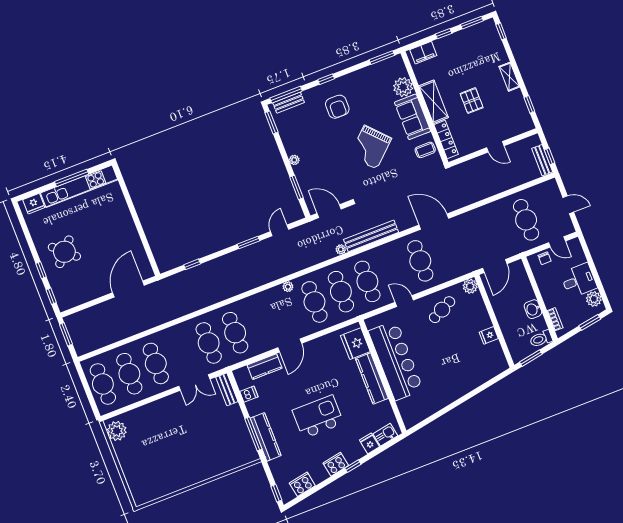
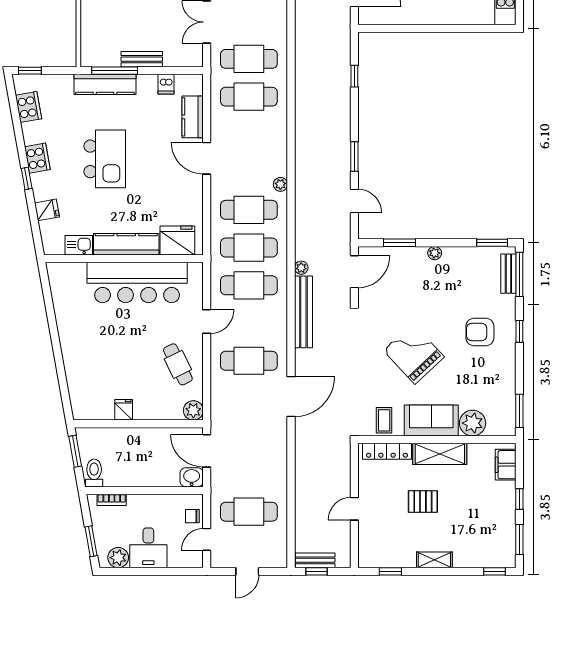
washbasin: (533, 309) -> (192, 477), moved
bench: (227, 389) -> (142, 59), moved
kitchen sink: (385, 435) -> (79, 245), moved, turned -80

